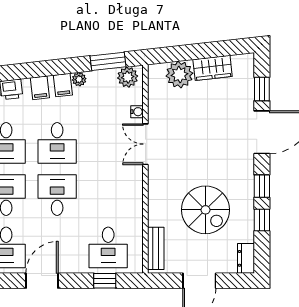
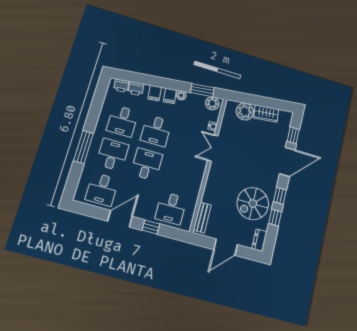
spiral stairs: (205, 210) -> (253, 204), moved, turned 90
window: (105, 281) -> (151, 227), moved

